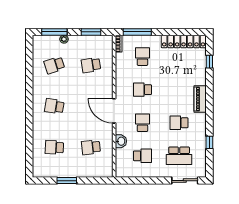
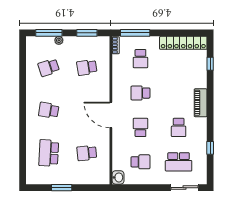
school desk: (142, 57) -> (140, 59), turned 180
school desk: (179, 123) -> (179, 127), turned -90
washbasin: (121, 141) -> (118, 177), moved
school desk: (54, 147) -> (49, 153), width x1.85

